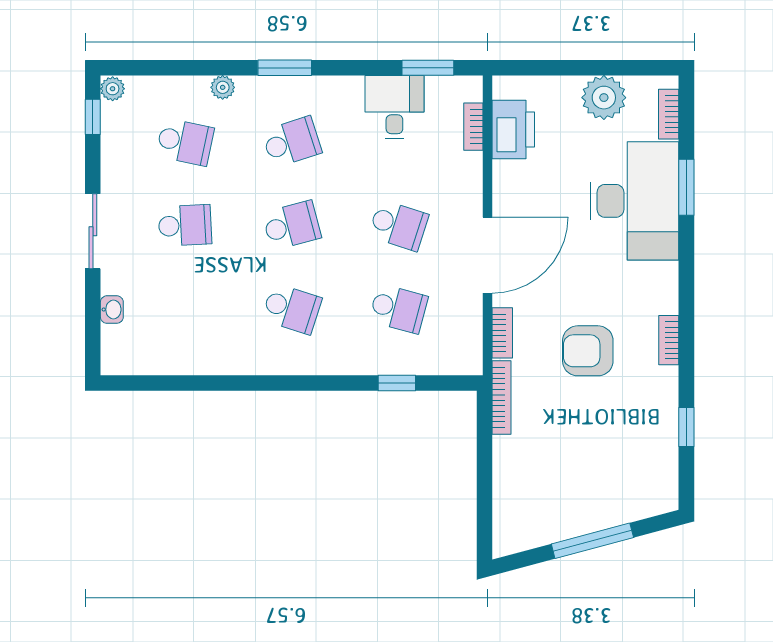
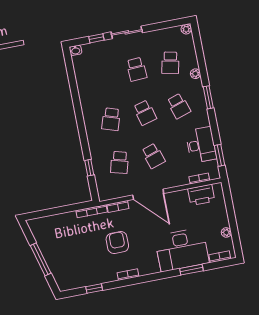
plant: (604, 98) -> (226, 232), width x0.53, depth x0.53
desk: (394, 107) -> (201, 145), width x1.37
window: (93, 117) -> (96, 38), moved
school desk: (398, 225) -> (153, 156), turned -36
washbasin: (112, 310) -> (76, 50), moved

